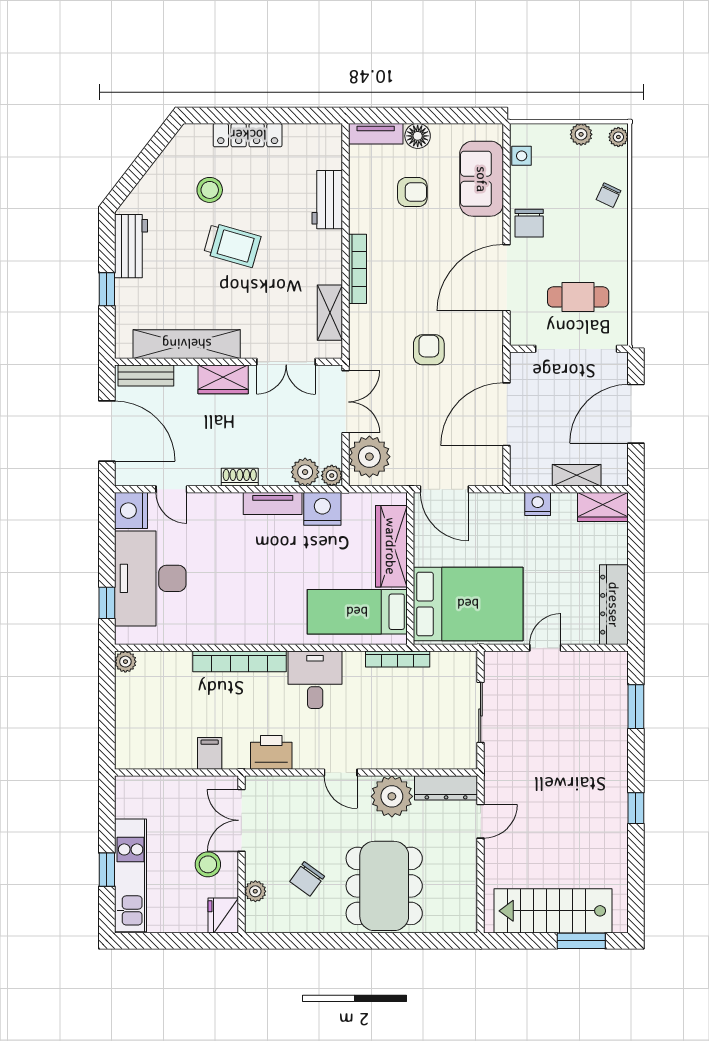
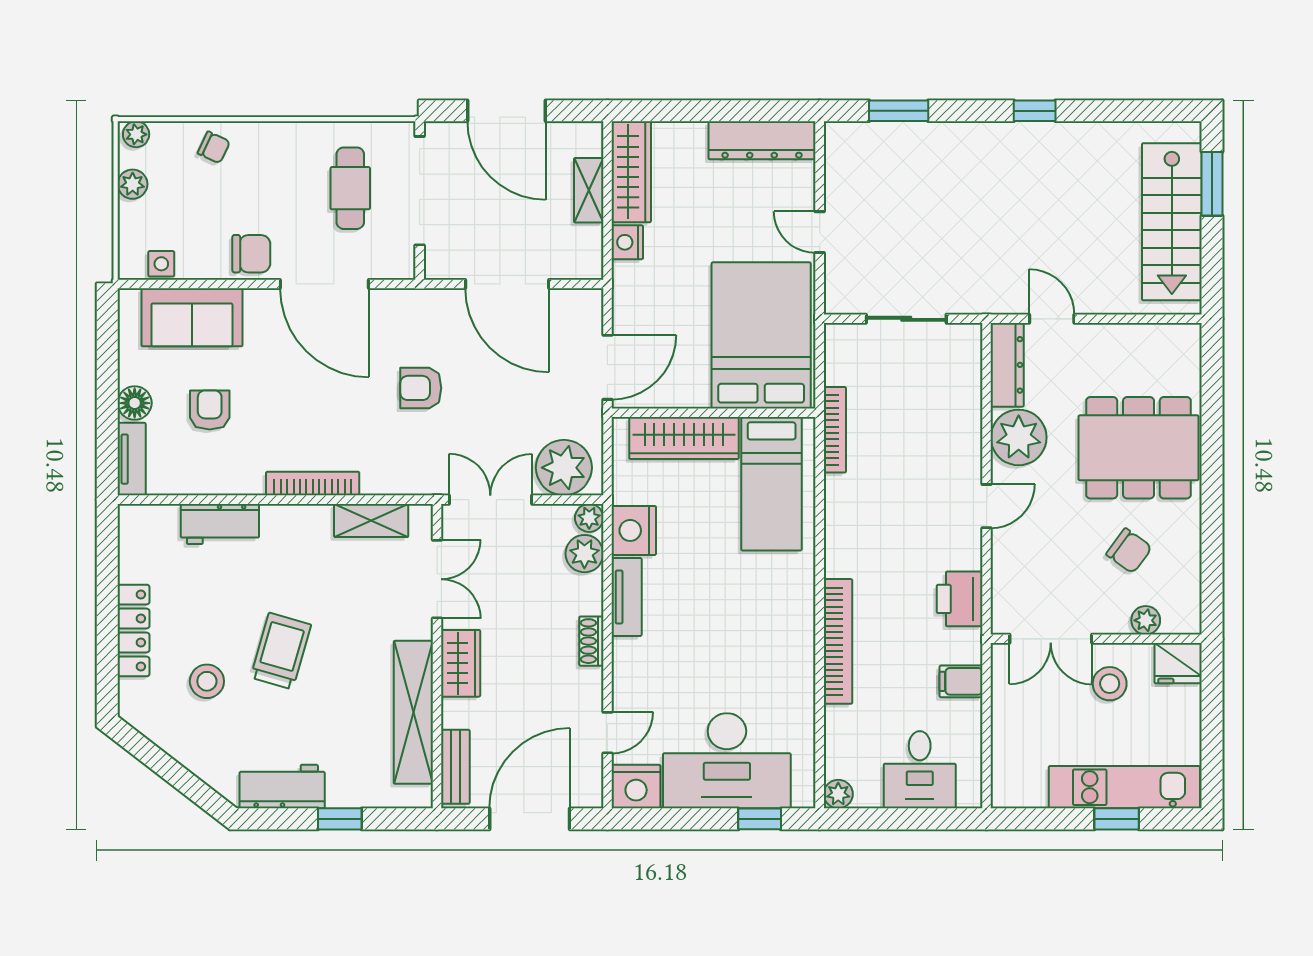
wardrobe: (603, 507) -> (631, 172), width x1.50
desk: (315, 680) -> (920, 770), moved, turned -90

